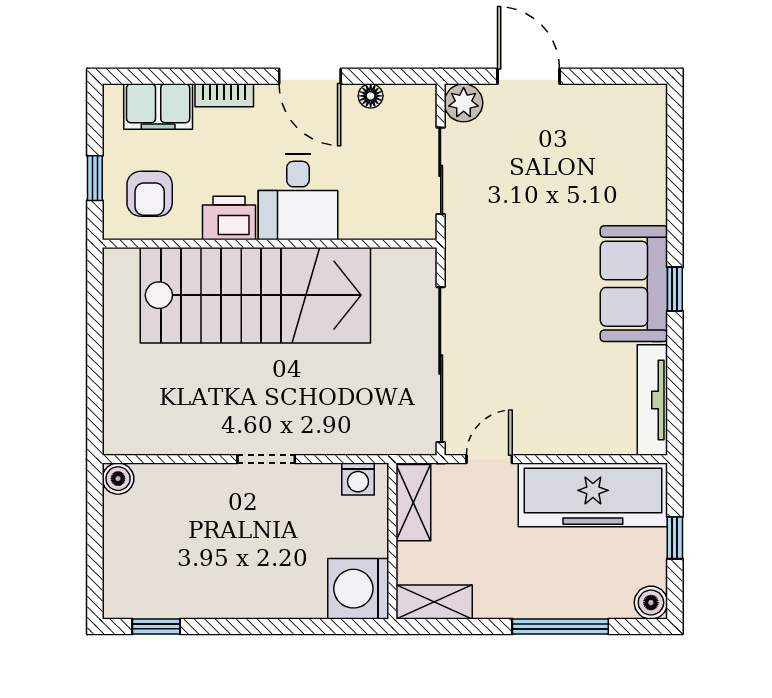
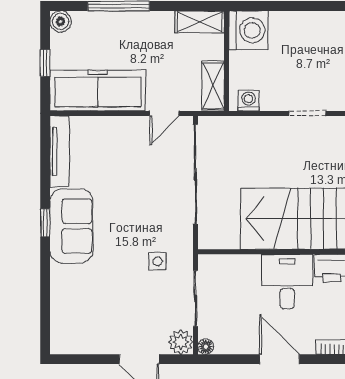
floor lamp: (371, 96) -> (206, 347), moved
side table: (500, 229) -> (158, 261), added

